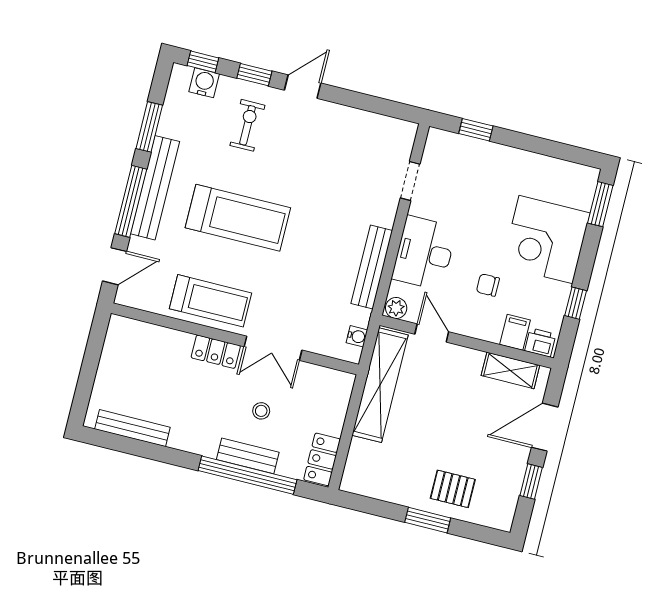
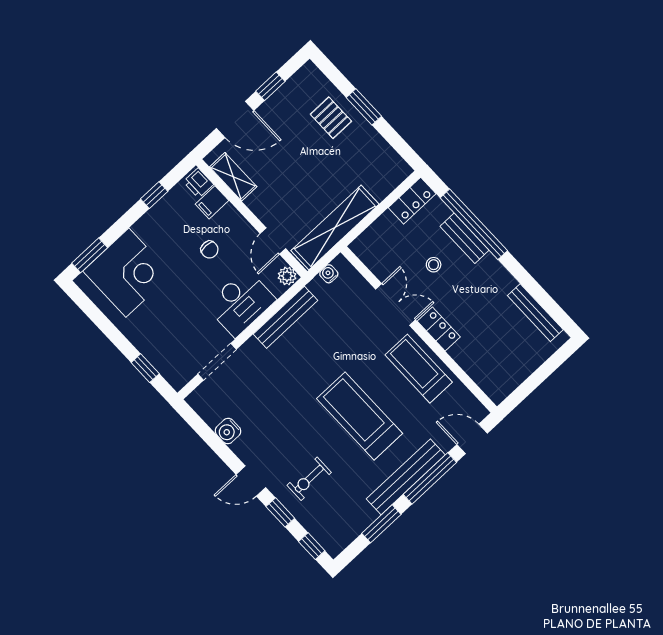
water cooler: (204, 83) -> (228, 431), moved
doorway: (410, 181) -> (217, 362), width x1.38
corner desk: (546, 240) -> (127, 273), moved

